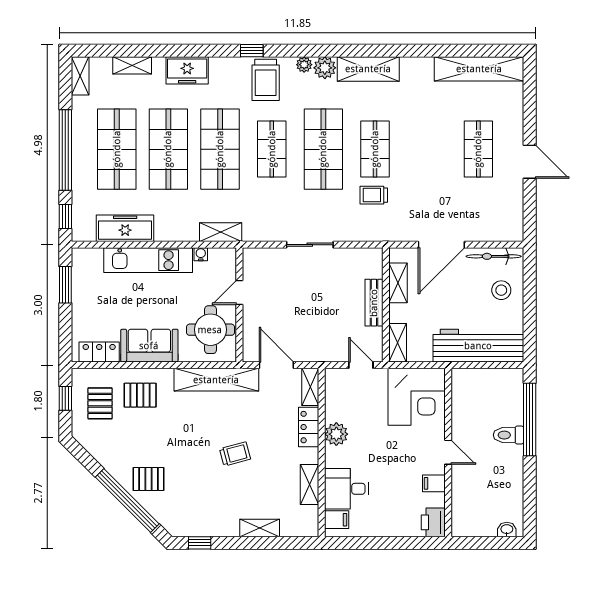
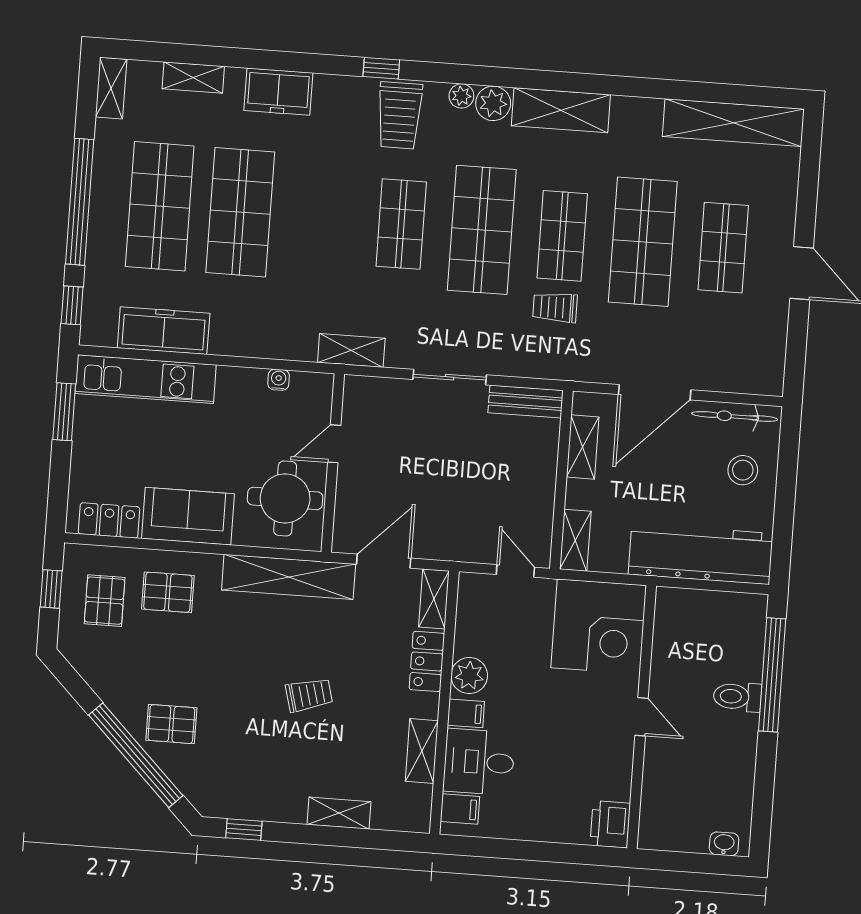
shop shelf: (220, 149) -> (643, 242), moved
shelving: (221, 232) -> (351, 350), moved
kitchen unit: (148, 260) -> (146, 379), moved
bench: (374, 303) -> (526, 401), moved, turned 90
door: (276, 365) -> (384, 561), hinge flipped
filing cabinet: (434, 483) -> (466, 713), moved, turned 180

